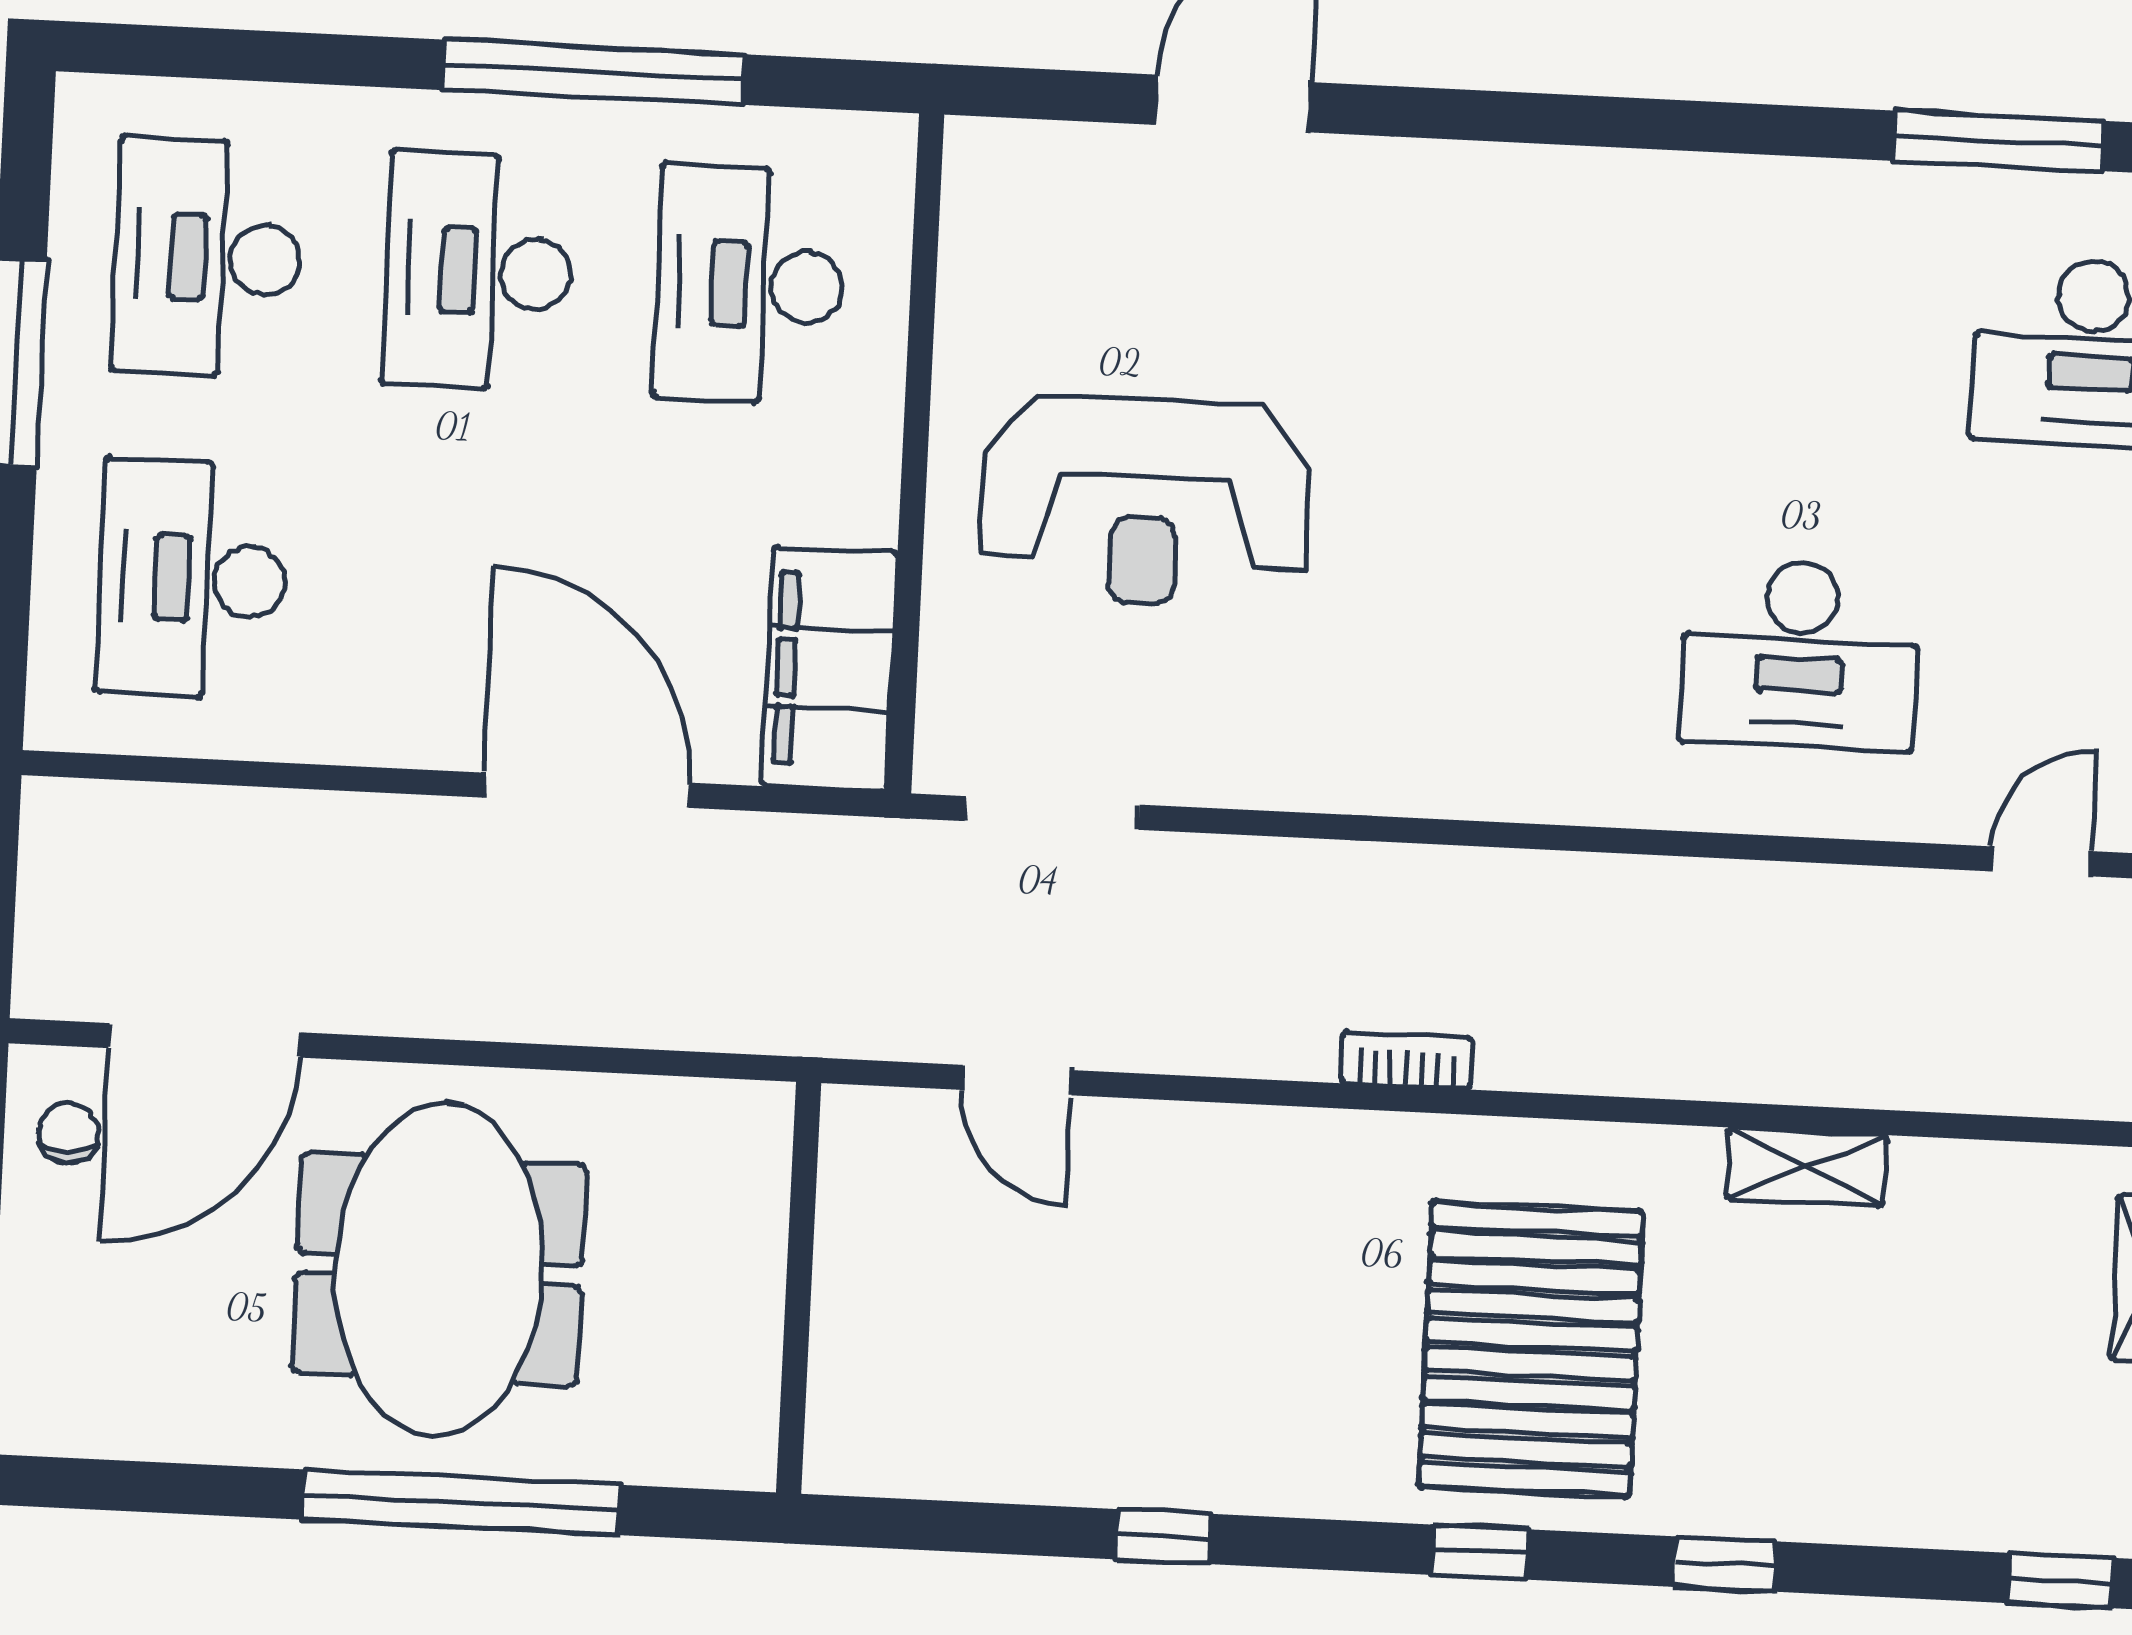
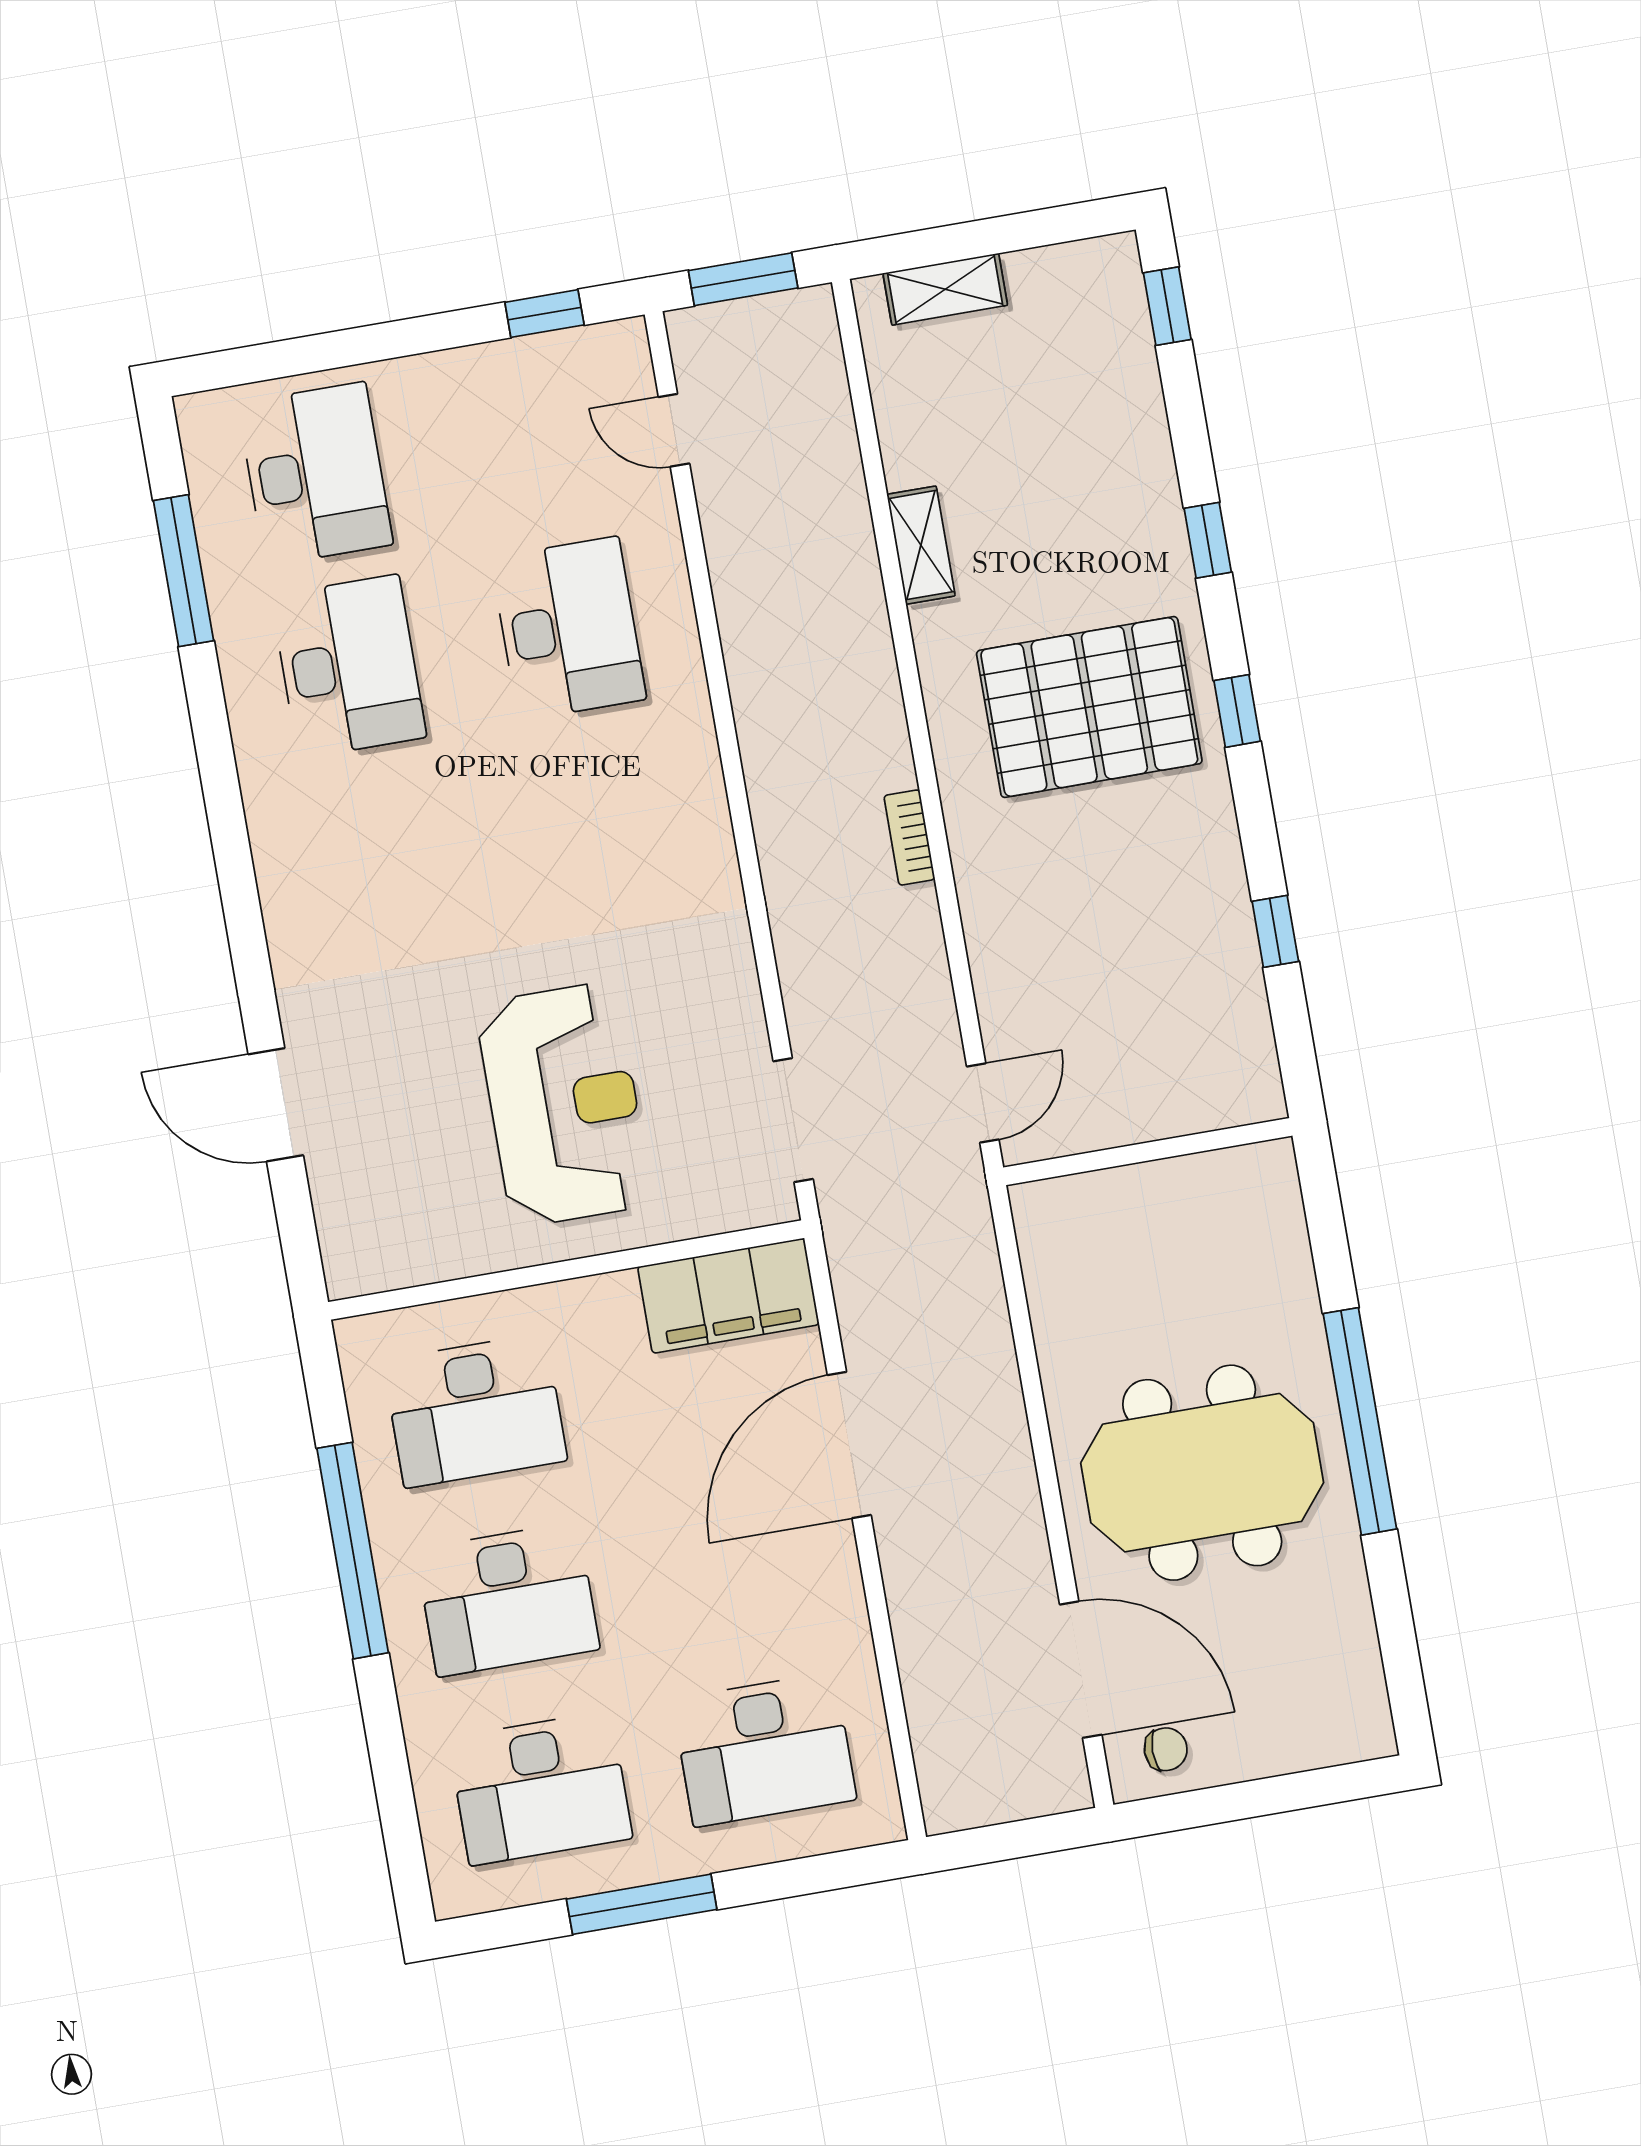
desk: (1815, 339) -> (349, 666), added
chair: (69, 1133) -> (1166, 1749), turned 180
wall: (799, 1288) -> (1148, 1152), moved

